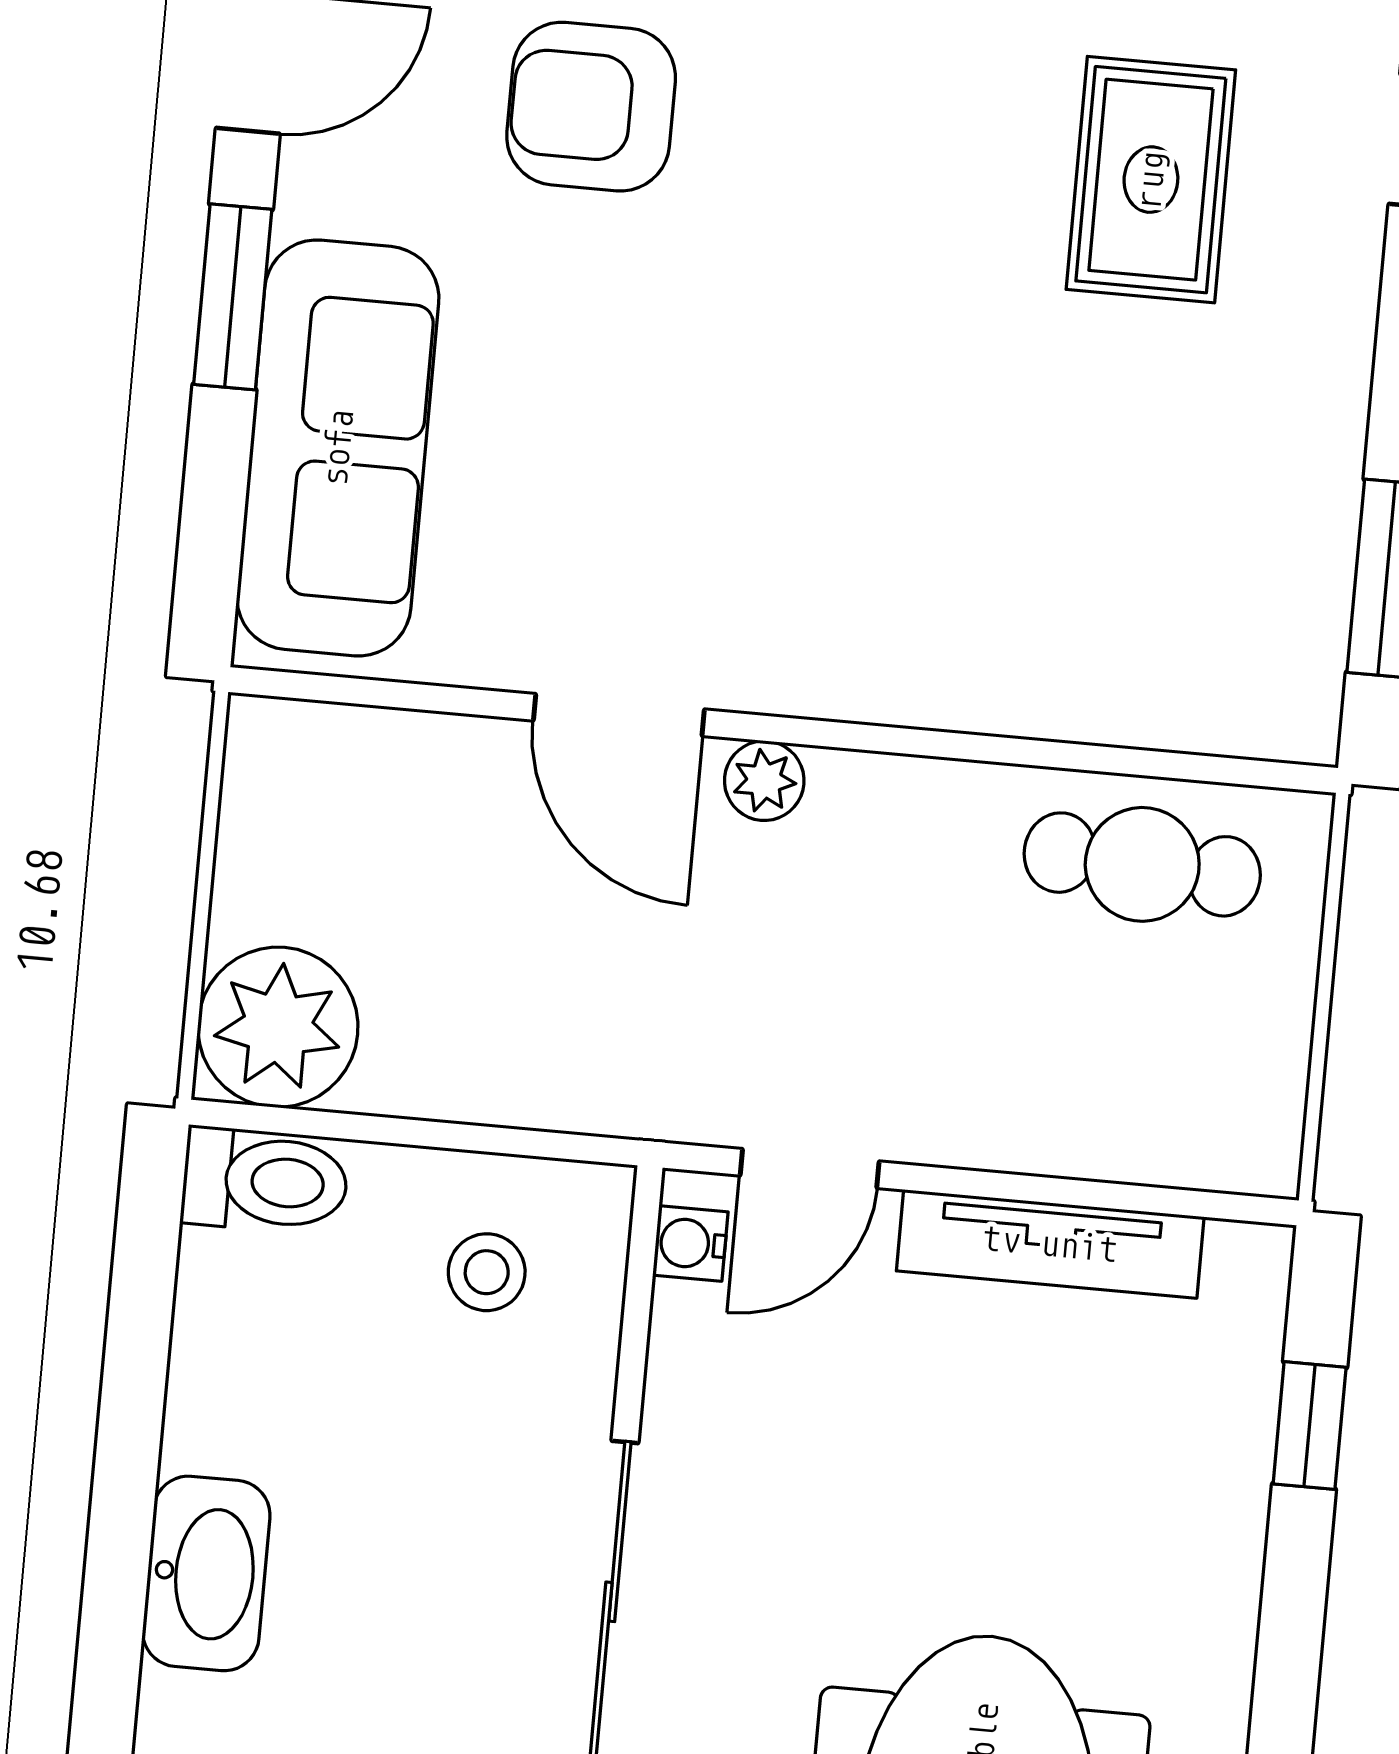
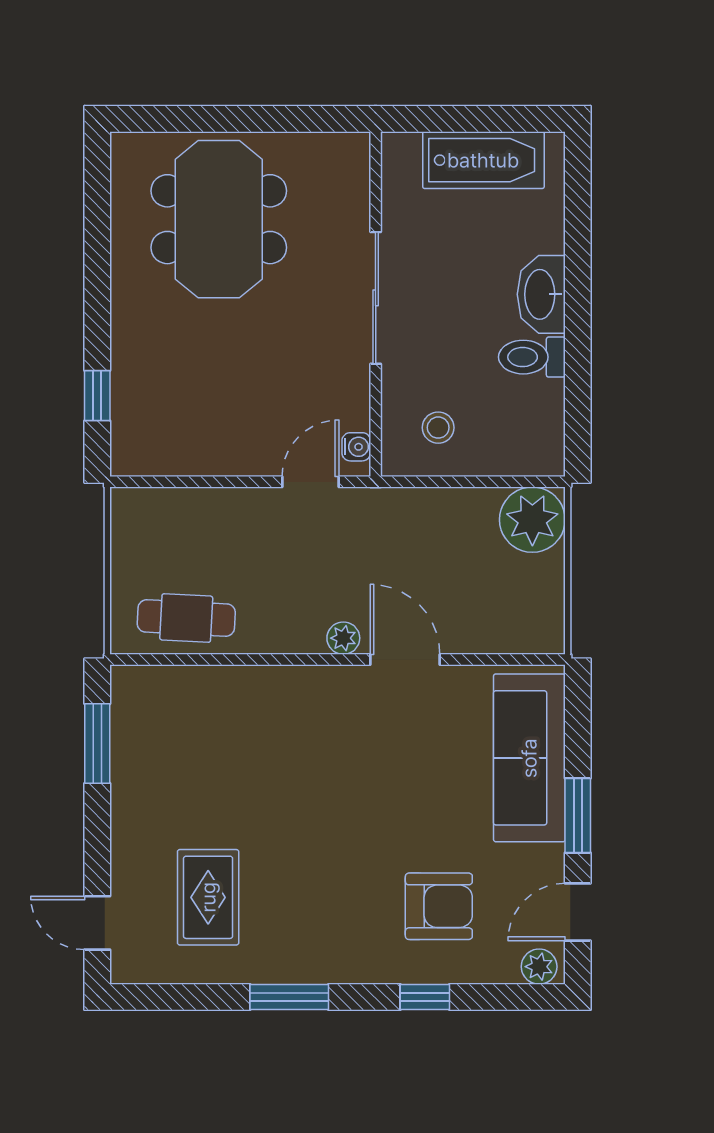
toilet: (265, 1181) -> (532, 357), moved
tv unit: (1050, 1244) -> (210, 460), removed

